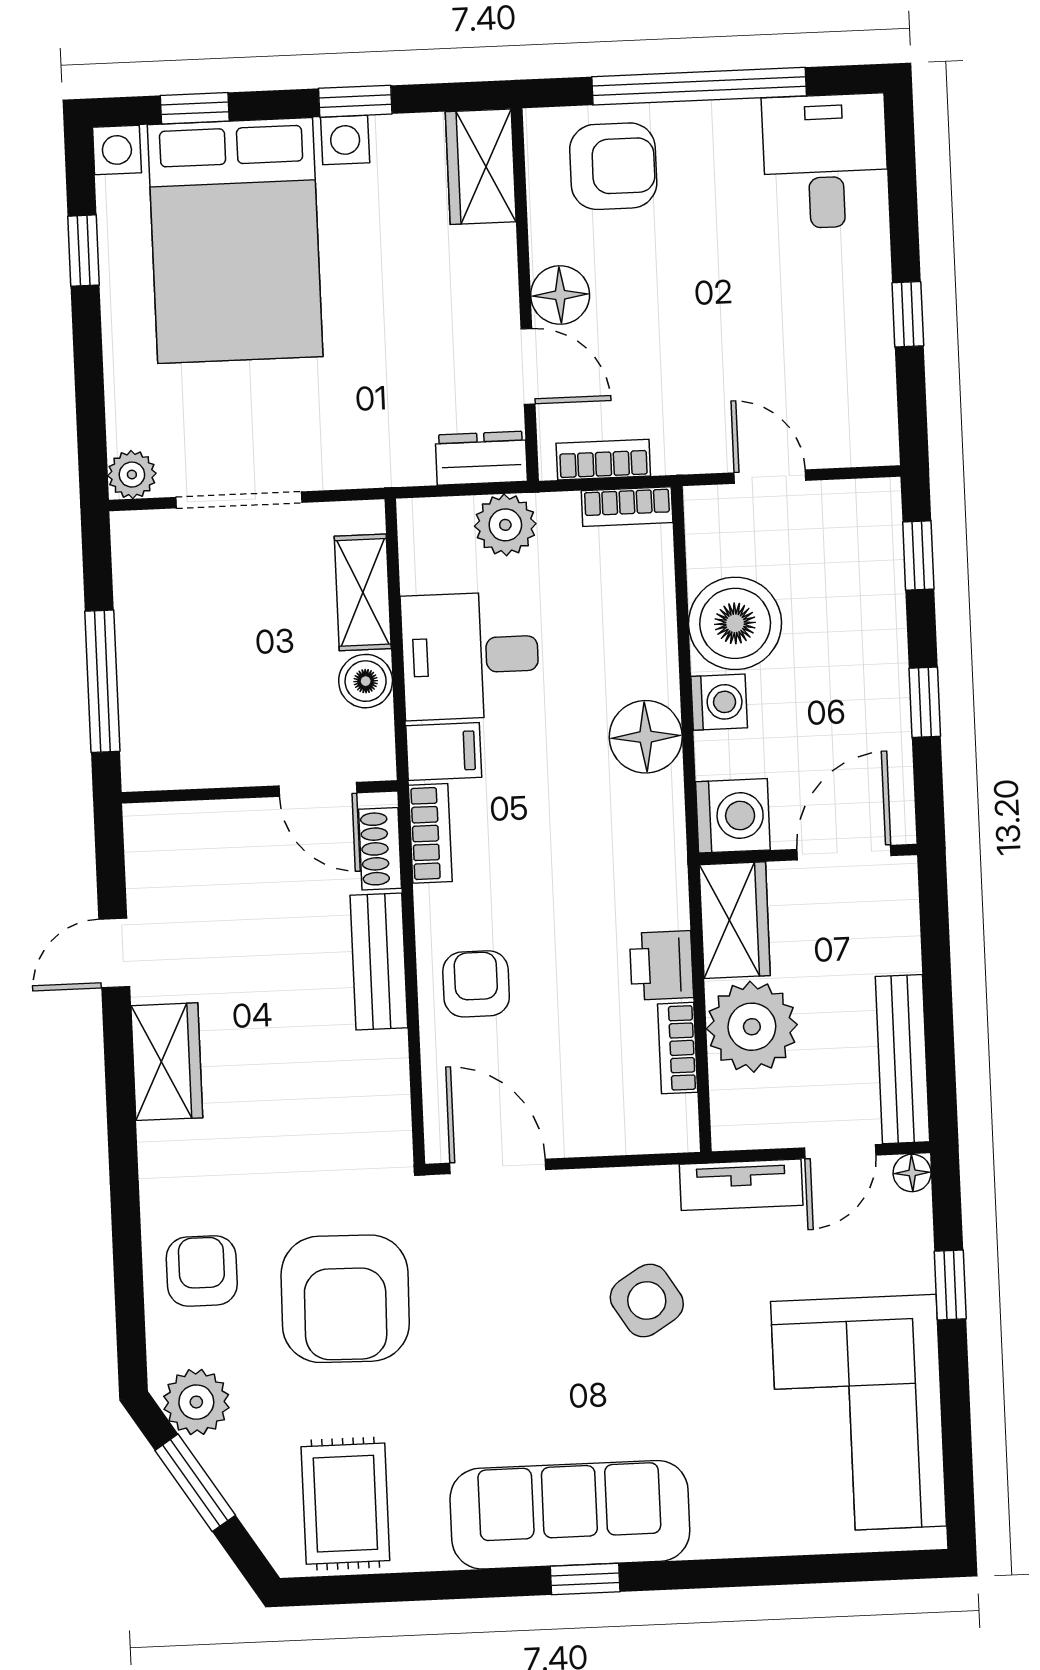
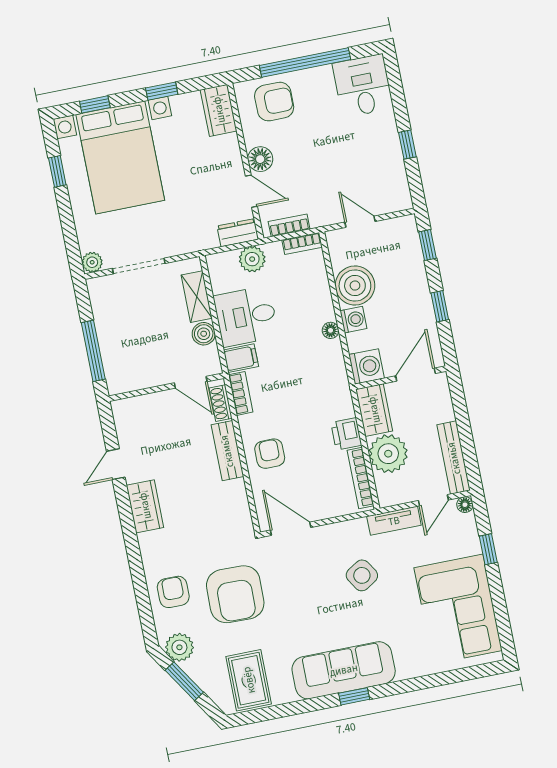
floor lamp: (646, 737) -> (331, 330), width x0.53, depth x0.53
bookcase: (678, 1048) -> (361, 478), width x1.56

